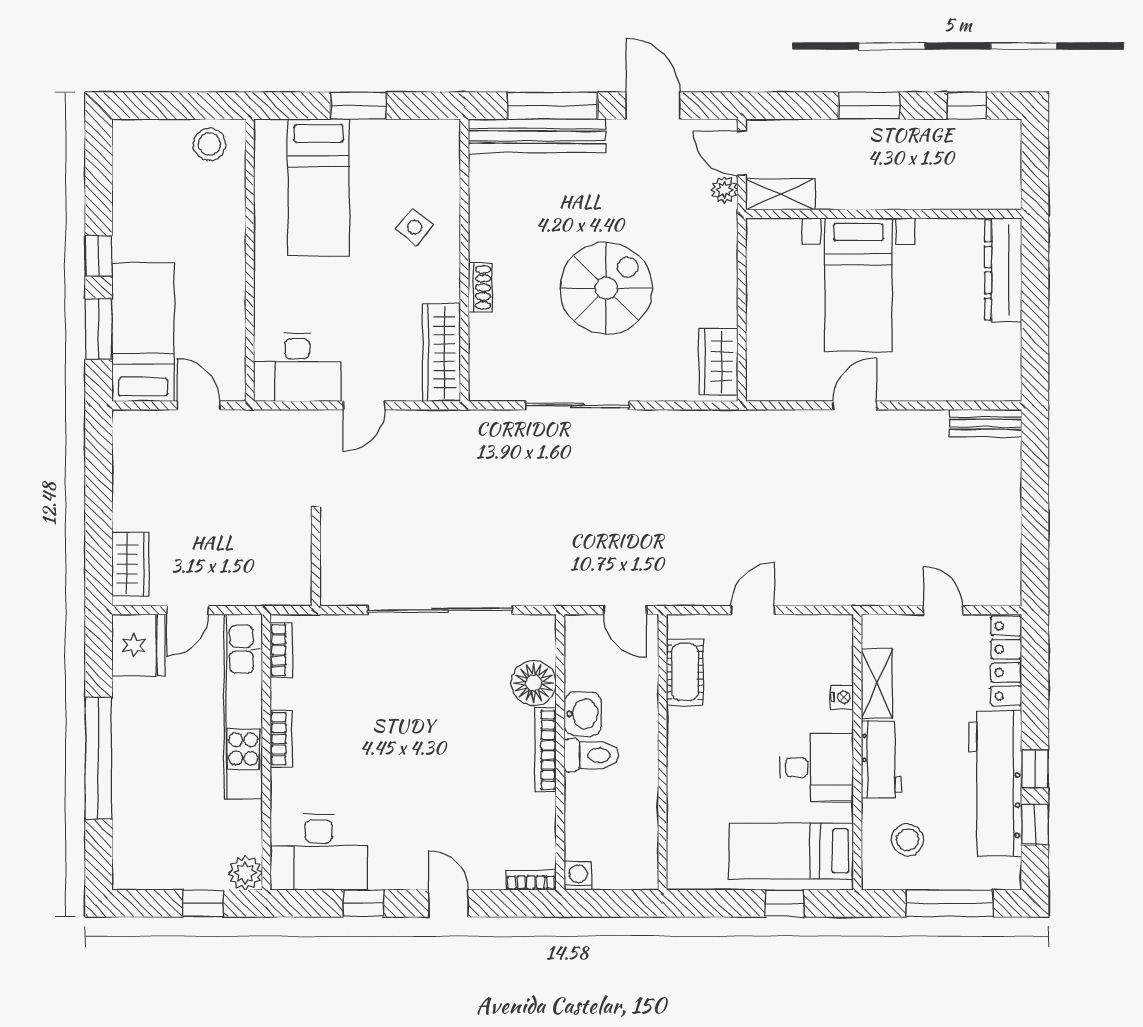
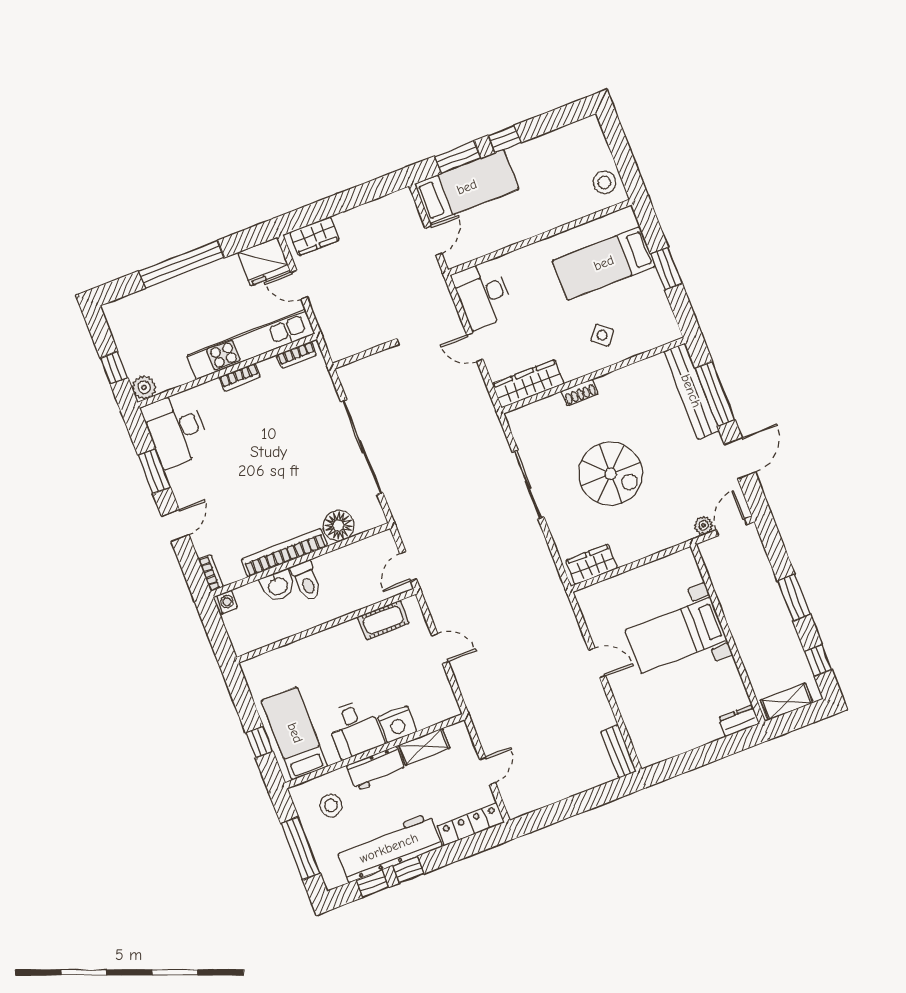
shelving: (780, 194) -> (787, 702), moved, turned 90
dresser: (1003, 270) -> (739, 721), width x0.51, depth x0.80
nightstand: (842, 697) -> (397, 724), width x1.89, depth x1.79
washbasin: (583, 714) -> (278, 586), moved
bookcase: (545, 750) -> (284, 553), width x1.48, depth x1.31
window: (364, 903) -> (154, 471), width x1.50

